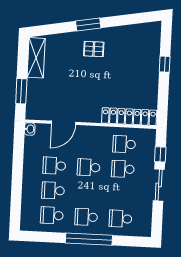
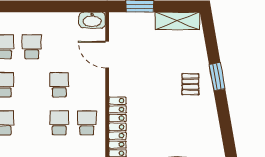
washbasin: (30, 129) -> (92, 20), width x1.91, depth x1.45
school desk: (54, 166) -> (59, 47), removed

